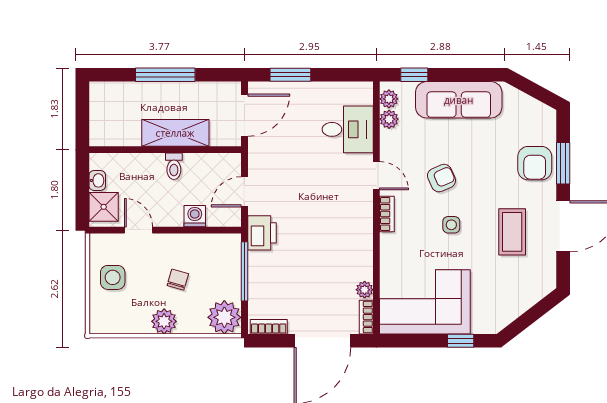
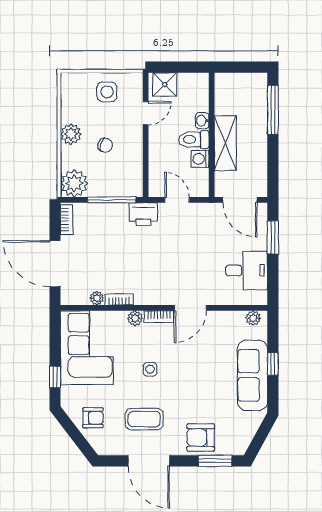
window: (165, 75) -> (273, 110), moved
window: (414, 75) -> (273, 364), moved
plant: (389, 119) -> (135, 318), moved
desk: (348, 129) -> (247, 270), moved, turned -90
window: (563, 163) -> (215, 461), moved
toilet: (174, 166) -> (194, 140), width x1.37, depth x1.39
door: (376, 176) -> (190, 308), width x1.38
armchair: (441, 178) -> (93, 418), moved, turned -66
washbasin: (97, 180) -> (202, 121), moved, turned 90
washing machine: (195, 216) -> (200, 159), moved, turned 180
bookcase: (366, 317) -> (119, 300), moved

